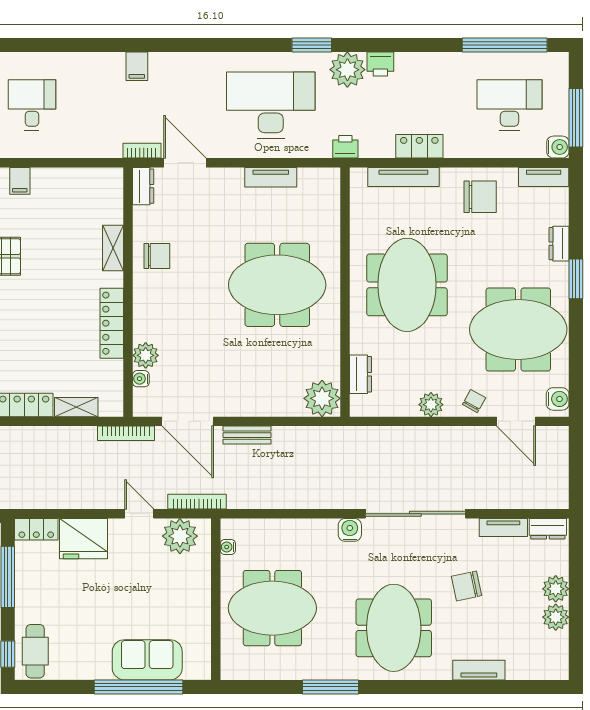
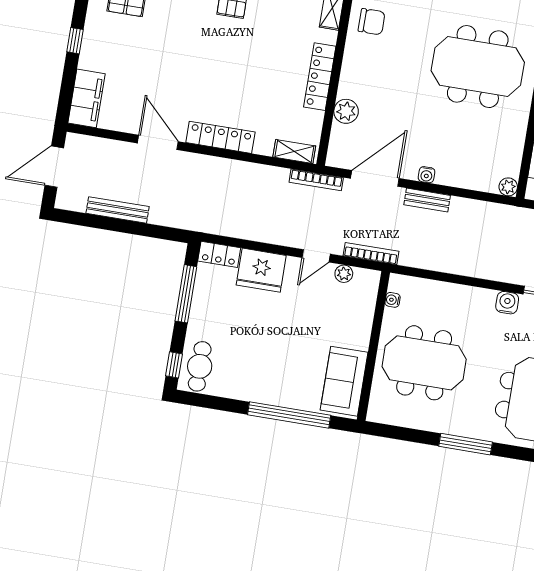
water cooler: (141, 379) -> (427, 175), moved, turned -90
plant: (322, 398) -> (508, 187), width x0.53, depth x0.53
shelving: (76, 407) -> (294, 152), moved
door: (188, 421) -> (375, 178), swing flipped
door: (139, 514) -> (316, 256), swing flipped
plant: (180, 536) -> (344, 274), width x0.53, depth x0.53
sofa: (147, 660) -> (344, 381), moved, turned -90

